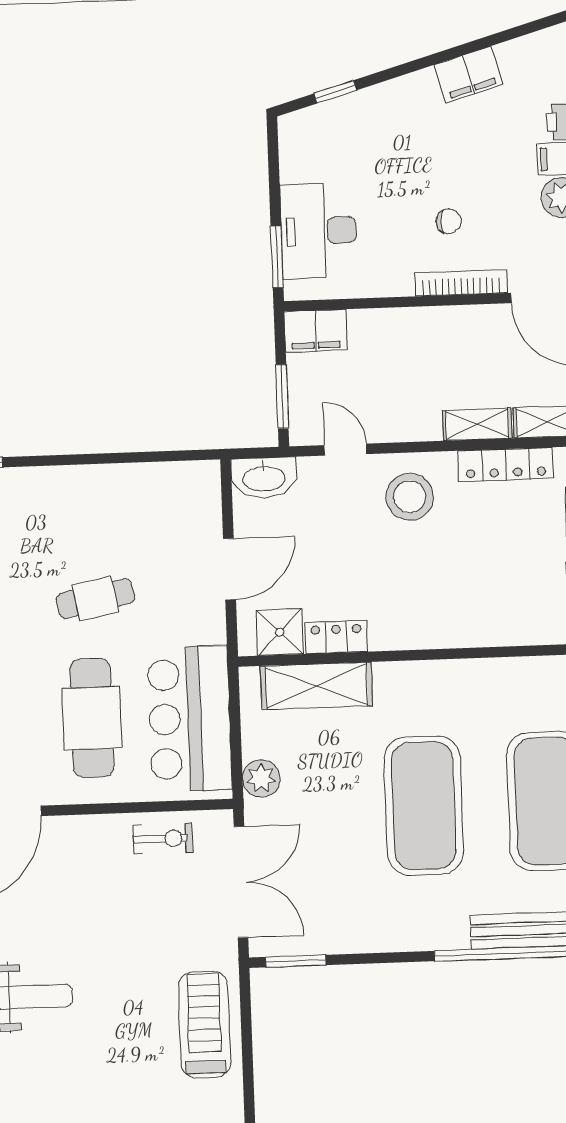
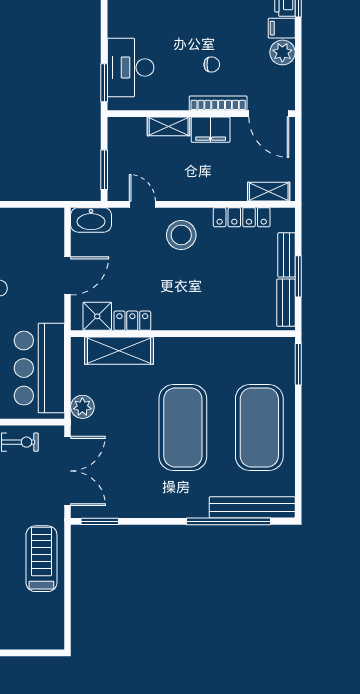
filing cabinet: (316, 331) -> (211, 130), moved
shelving: (477, 424) -> (169, 126), moved

